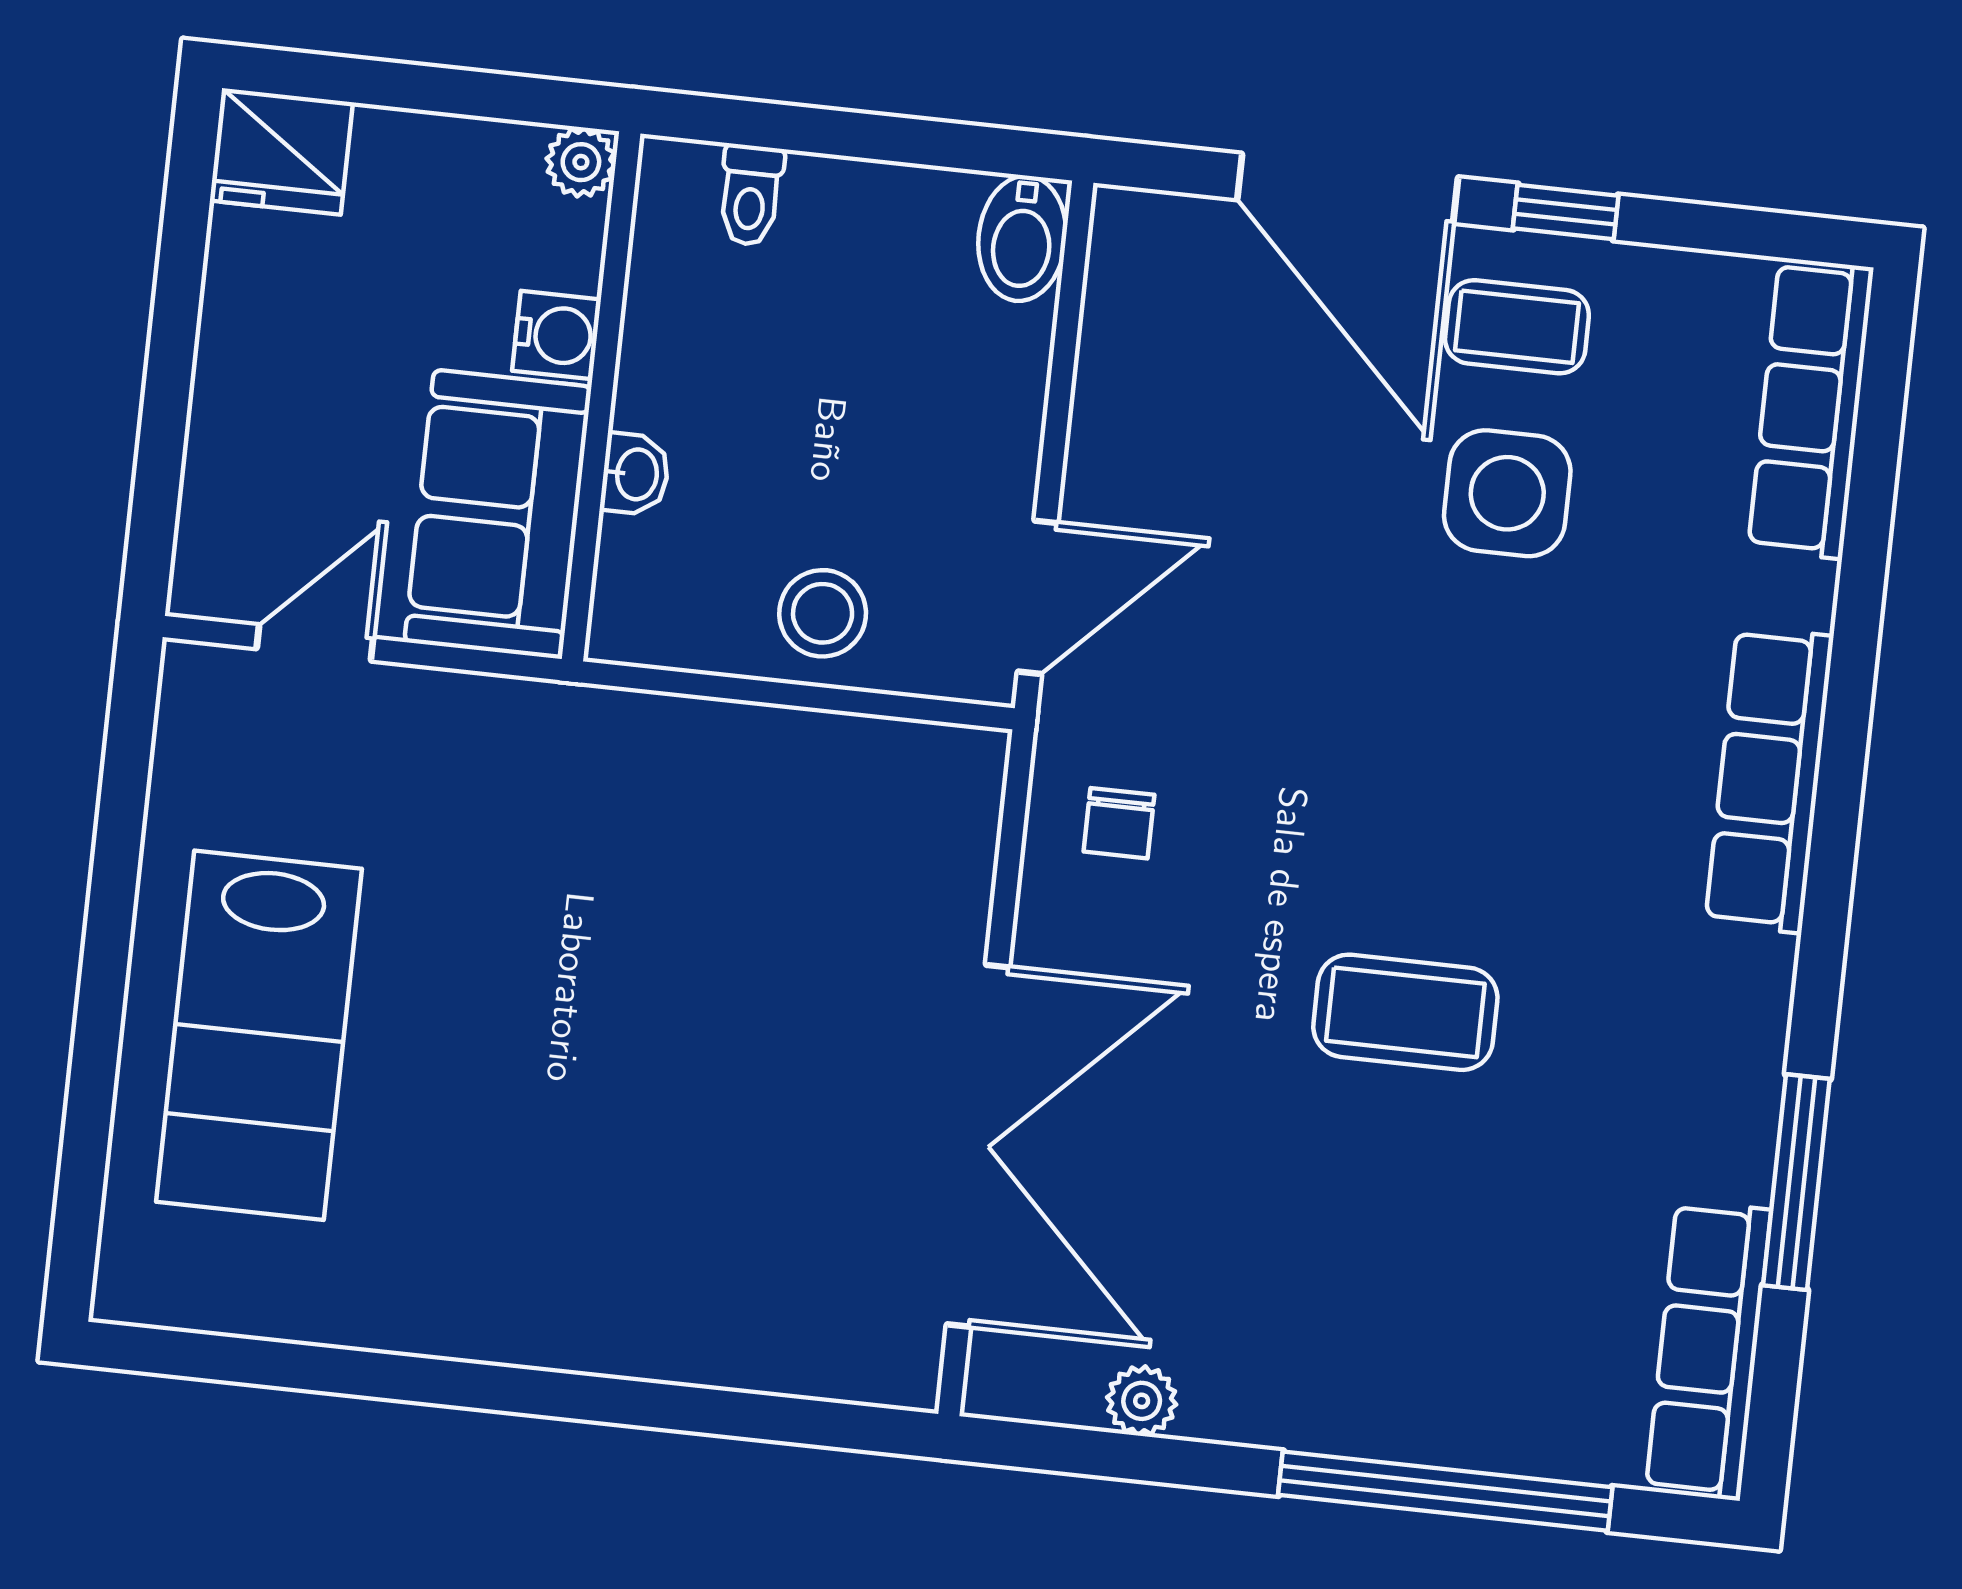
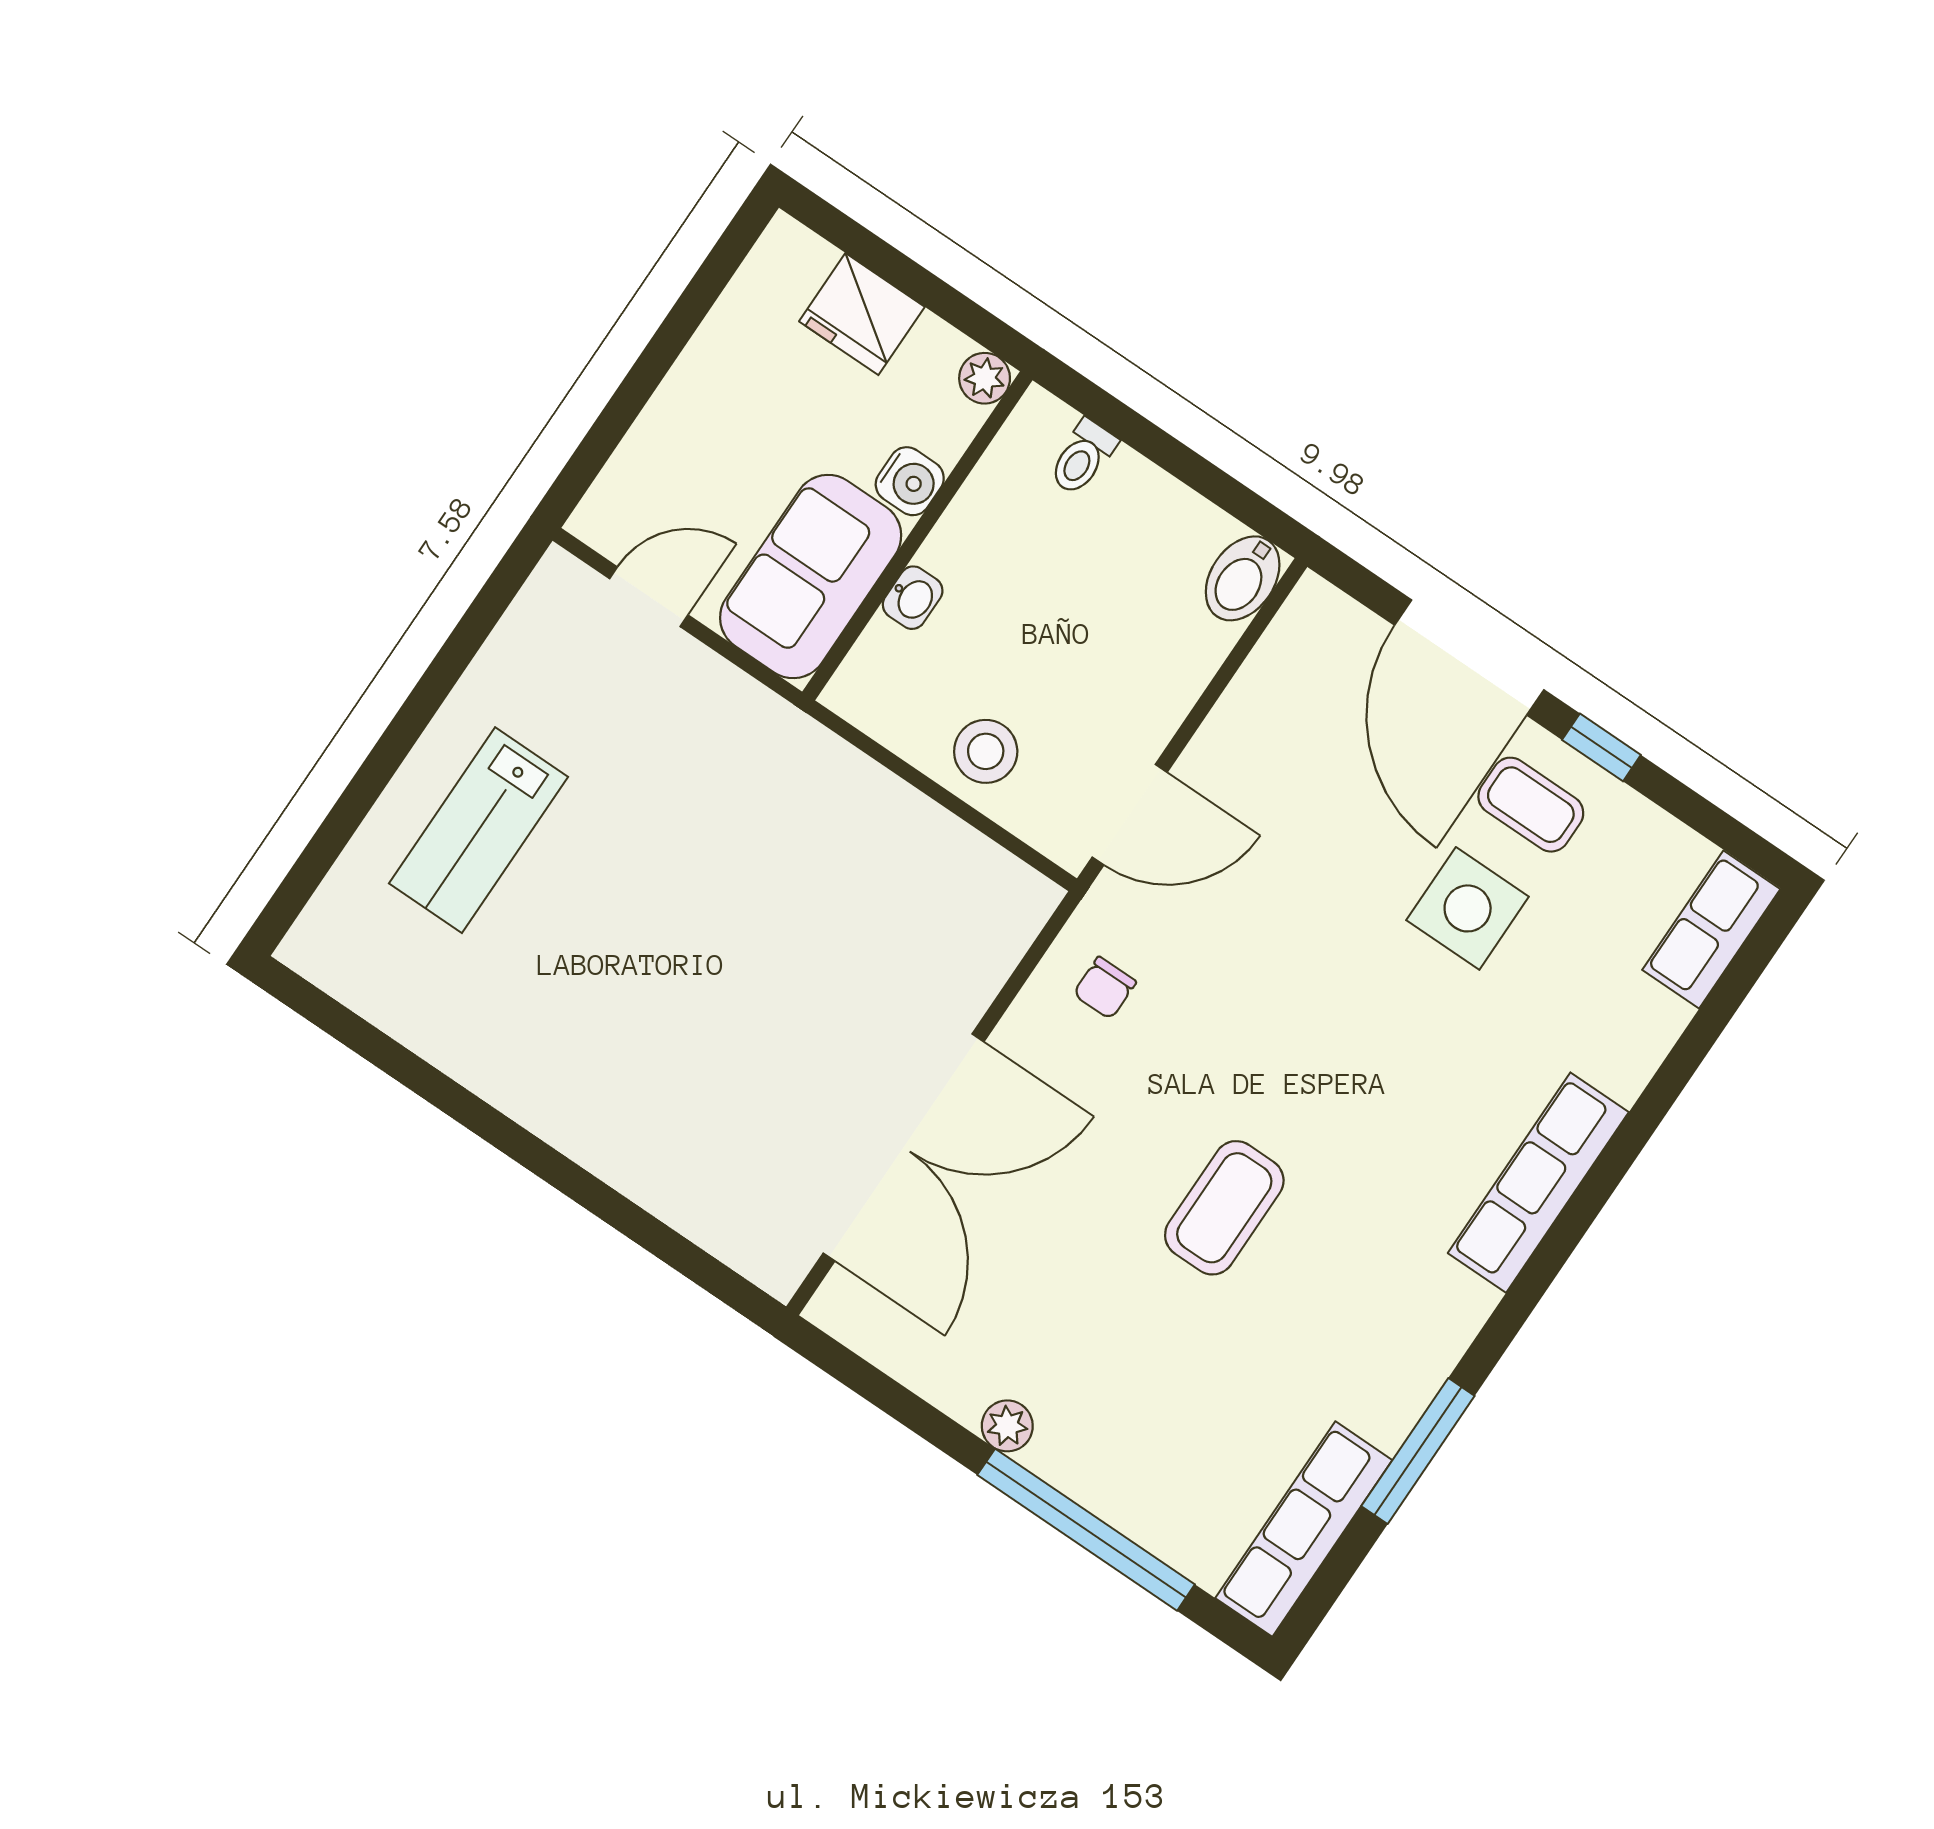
fridge: (281, 152) -> (862, 314), moved
row of seats: (1811, 409) -> (1711, 930), width x0.68
coffee table: (1405, 1012) -> (1224, 1208), turned 90
lab bench: (259, 1035) -> (478, 830), width x0.73, depth x0.72
plant: (1142, 1401) -> (1007, 1426), moved

